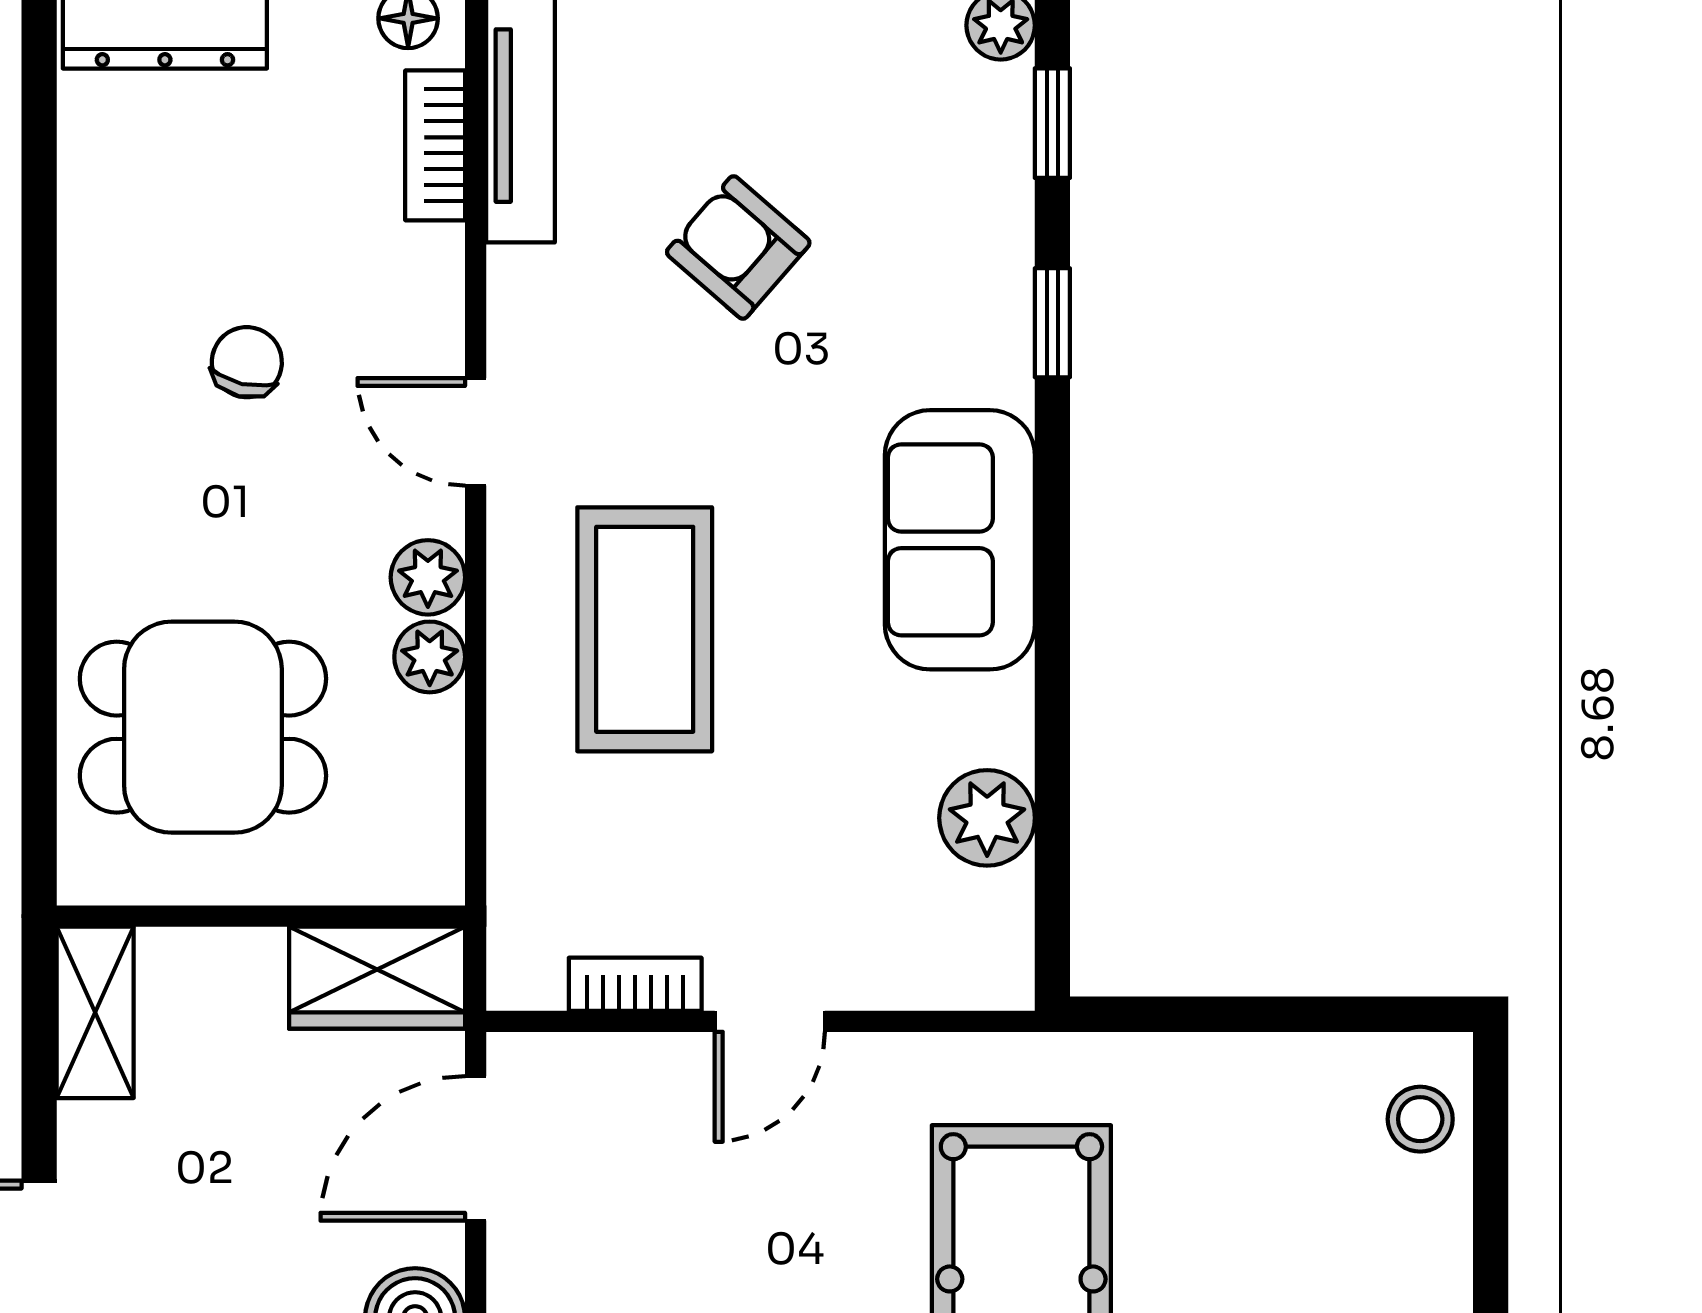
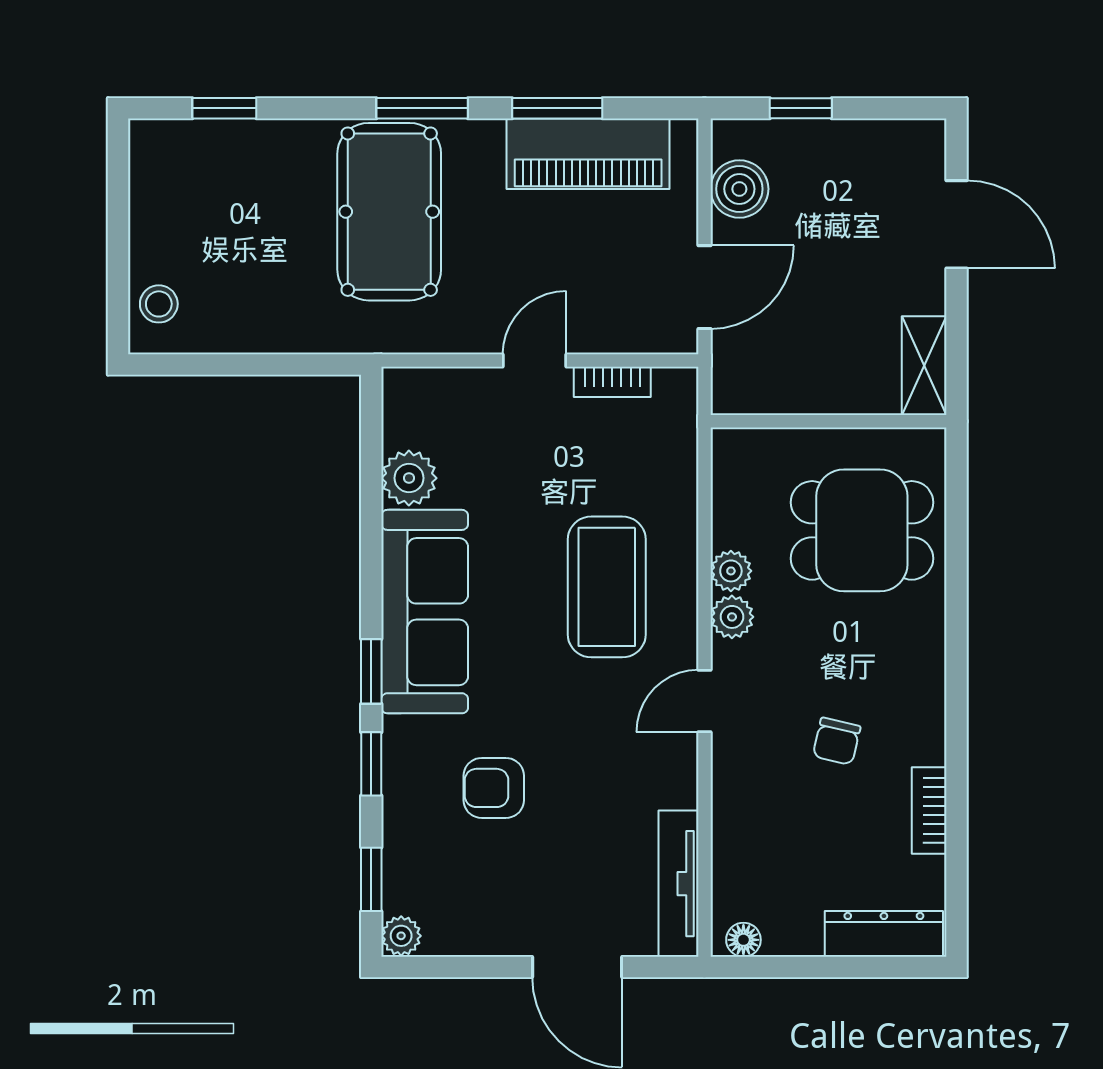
bookcase: (435, 145) -> (929, 810), moved, turned 180
armchair: (738, 247) -> (494, 788), moved, turned 139
door: (476, 432) -> (704, 701), swing flipped
window: (1052, 483) -> (371, 671), added
sofa: (960, 540) -> (425, 612), width x1.36
wardrobe: (377, 978) -> (761, 386), removed

